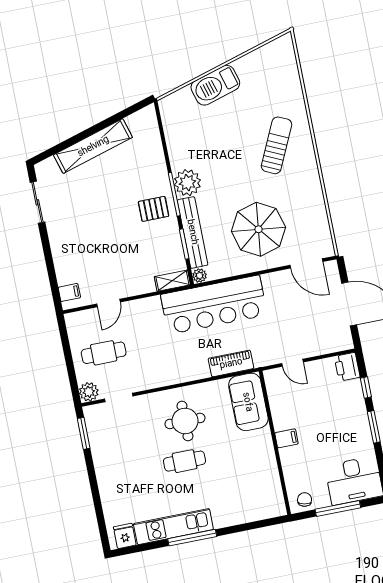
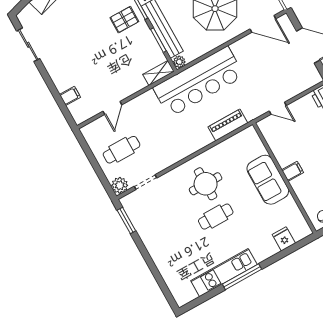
filing cabinet: (69, 292) -> (70, 96), moved
sofa: (248, 402) -> (268, 180), moved
fridge: (125, 536) -> (284, 239), moved

